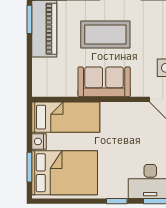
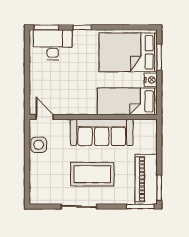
sofa: (104, 82) -> (102, 132), width x1.36

